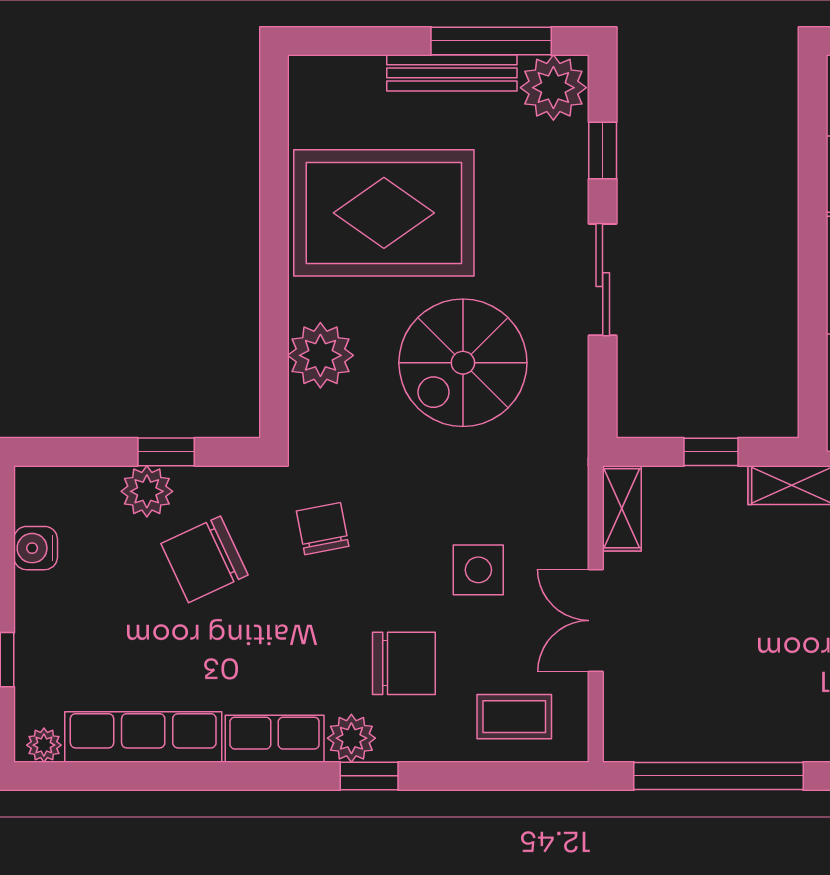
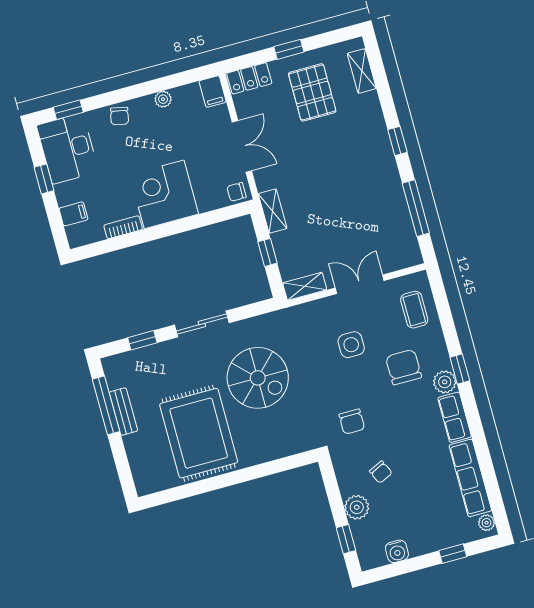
bench: (452, 73) -> (123, 412), width x0.73
plant: (553, 88) -> (120, 371), removed
plant: (320, 355) -> (272, 444), removed
window: (166, 452) -> (346, 539), moved
chair: (323, 529) -> (352, 422), turned -79
chair: (205, 559) -> (381, 472), width x0.54, depth x0.54
double door: (596, 621) -> (360, 284), swing flipped
window: (718, 776) -> (416, 208), width x0.68

